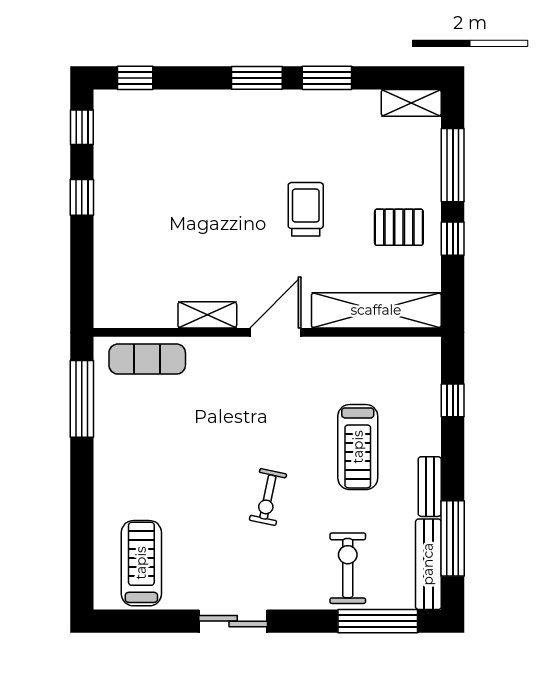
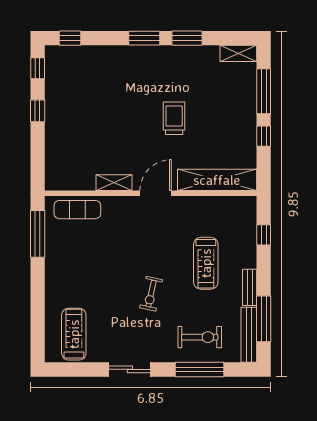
pallet: (399, 227) -> (231, 129), removed
exercise bike: (348, 568) -> (200, 337), turned 90
window: (378, 621) -> (200, 369), moved

